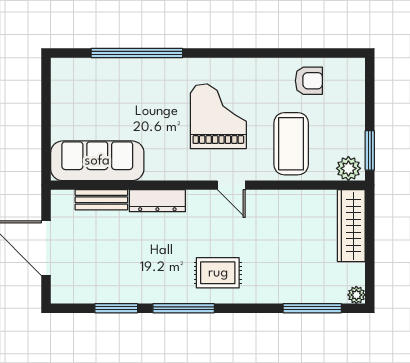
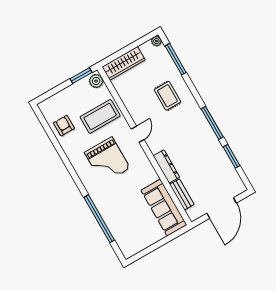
grand piano: (218, 116) -> (107, 160), turned -90
rug: (218, 273) -> (167, 96), moved

